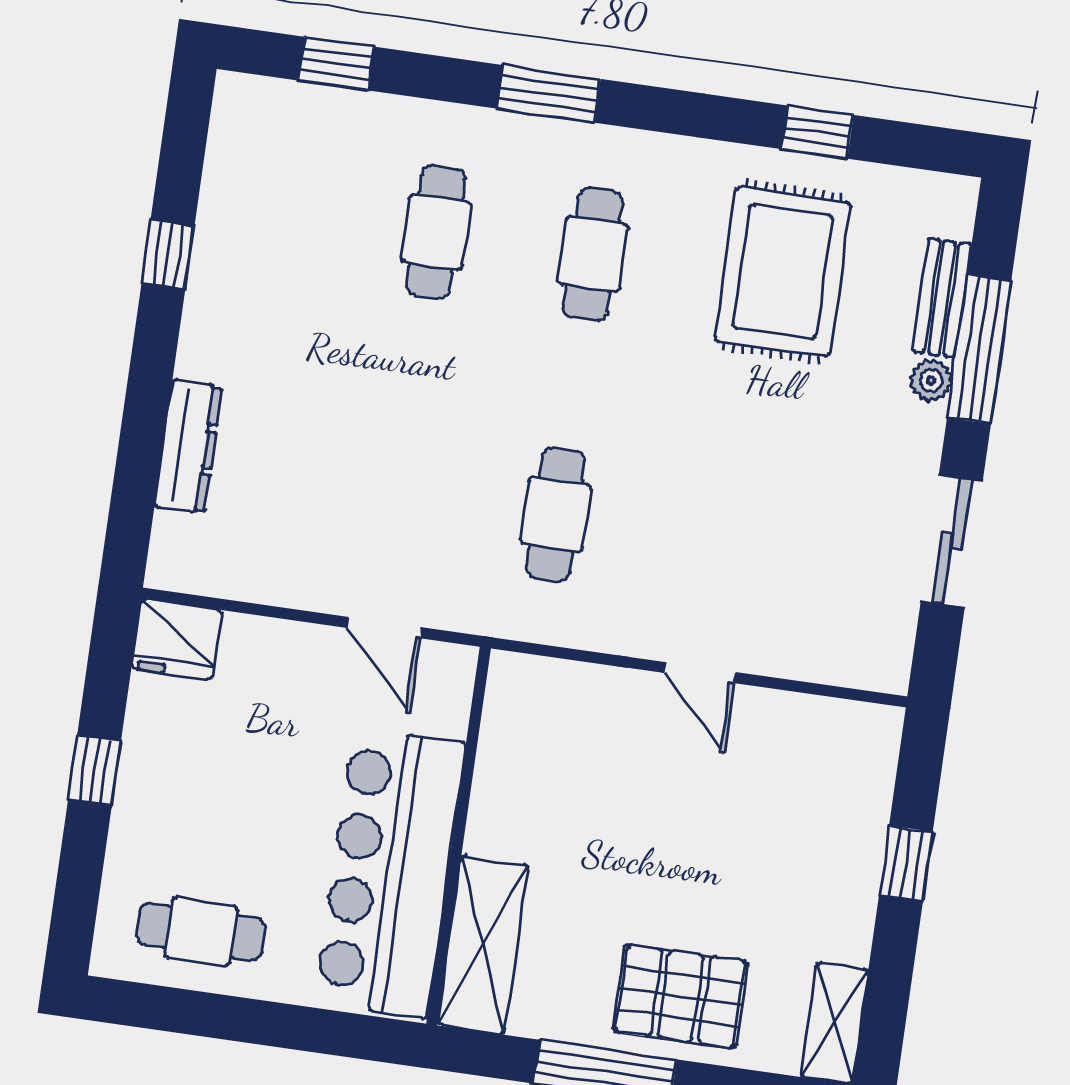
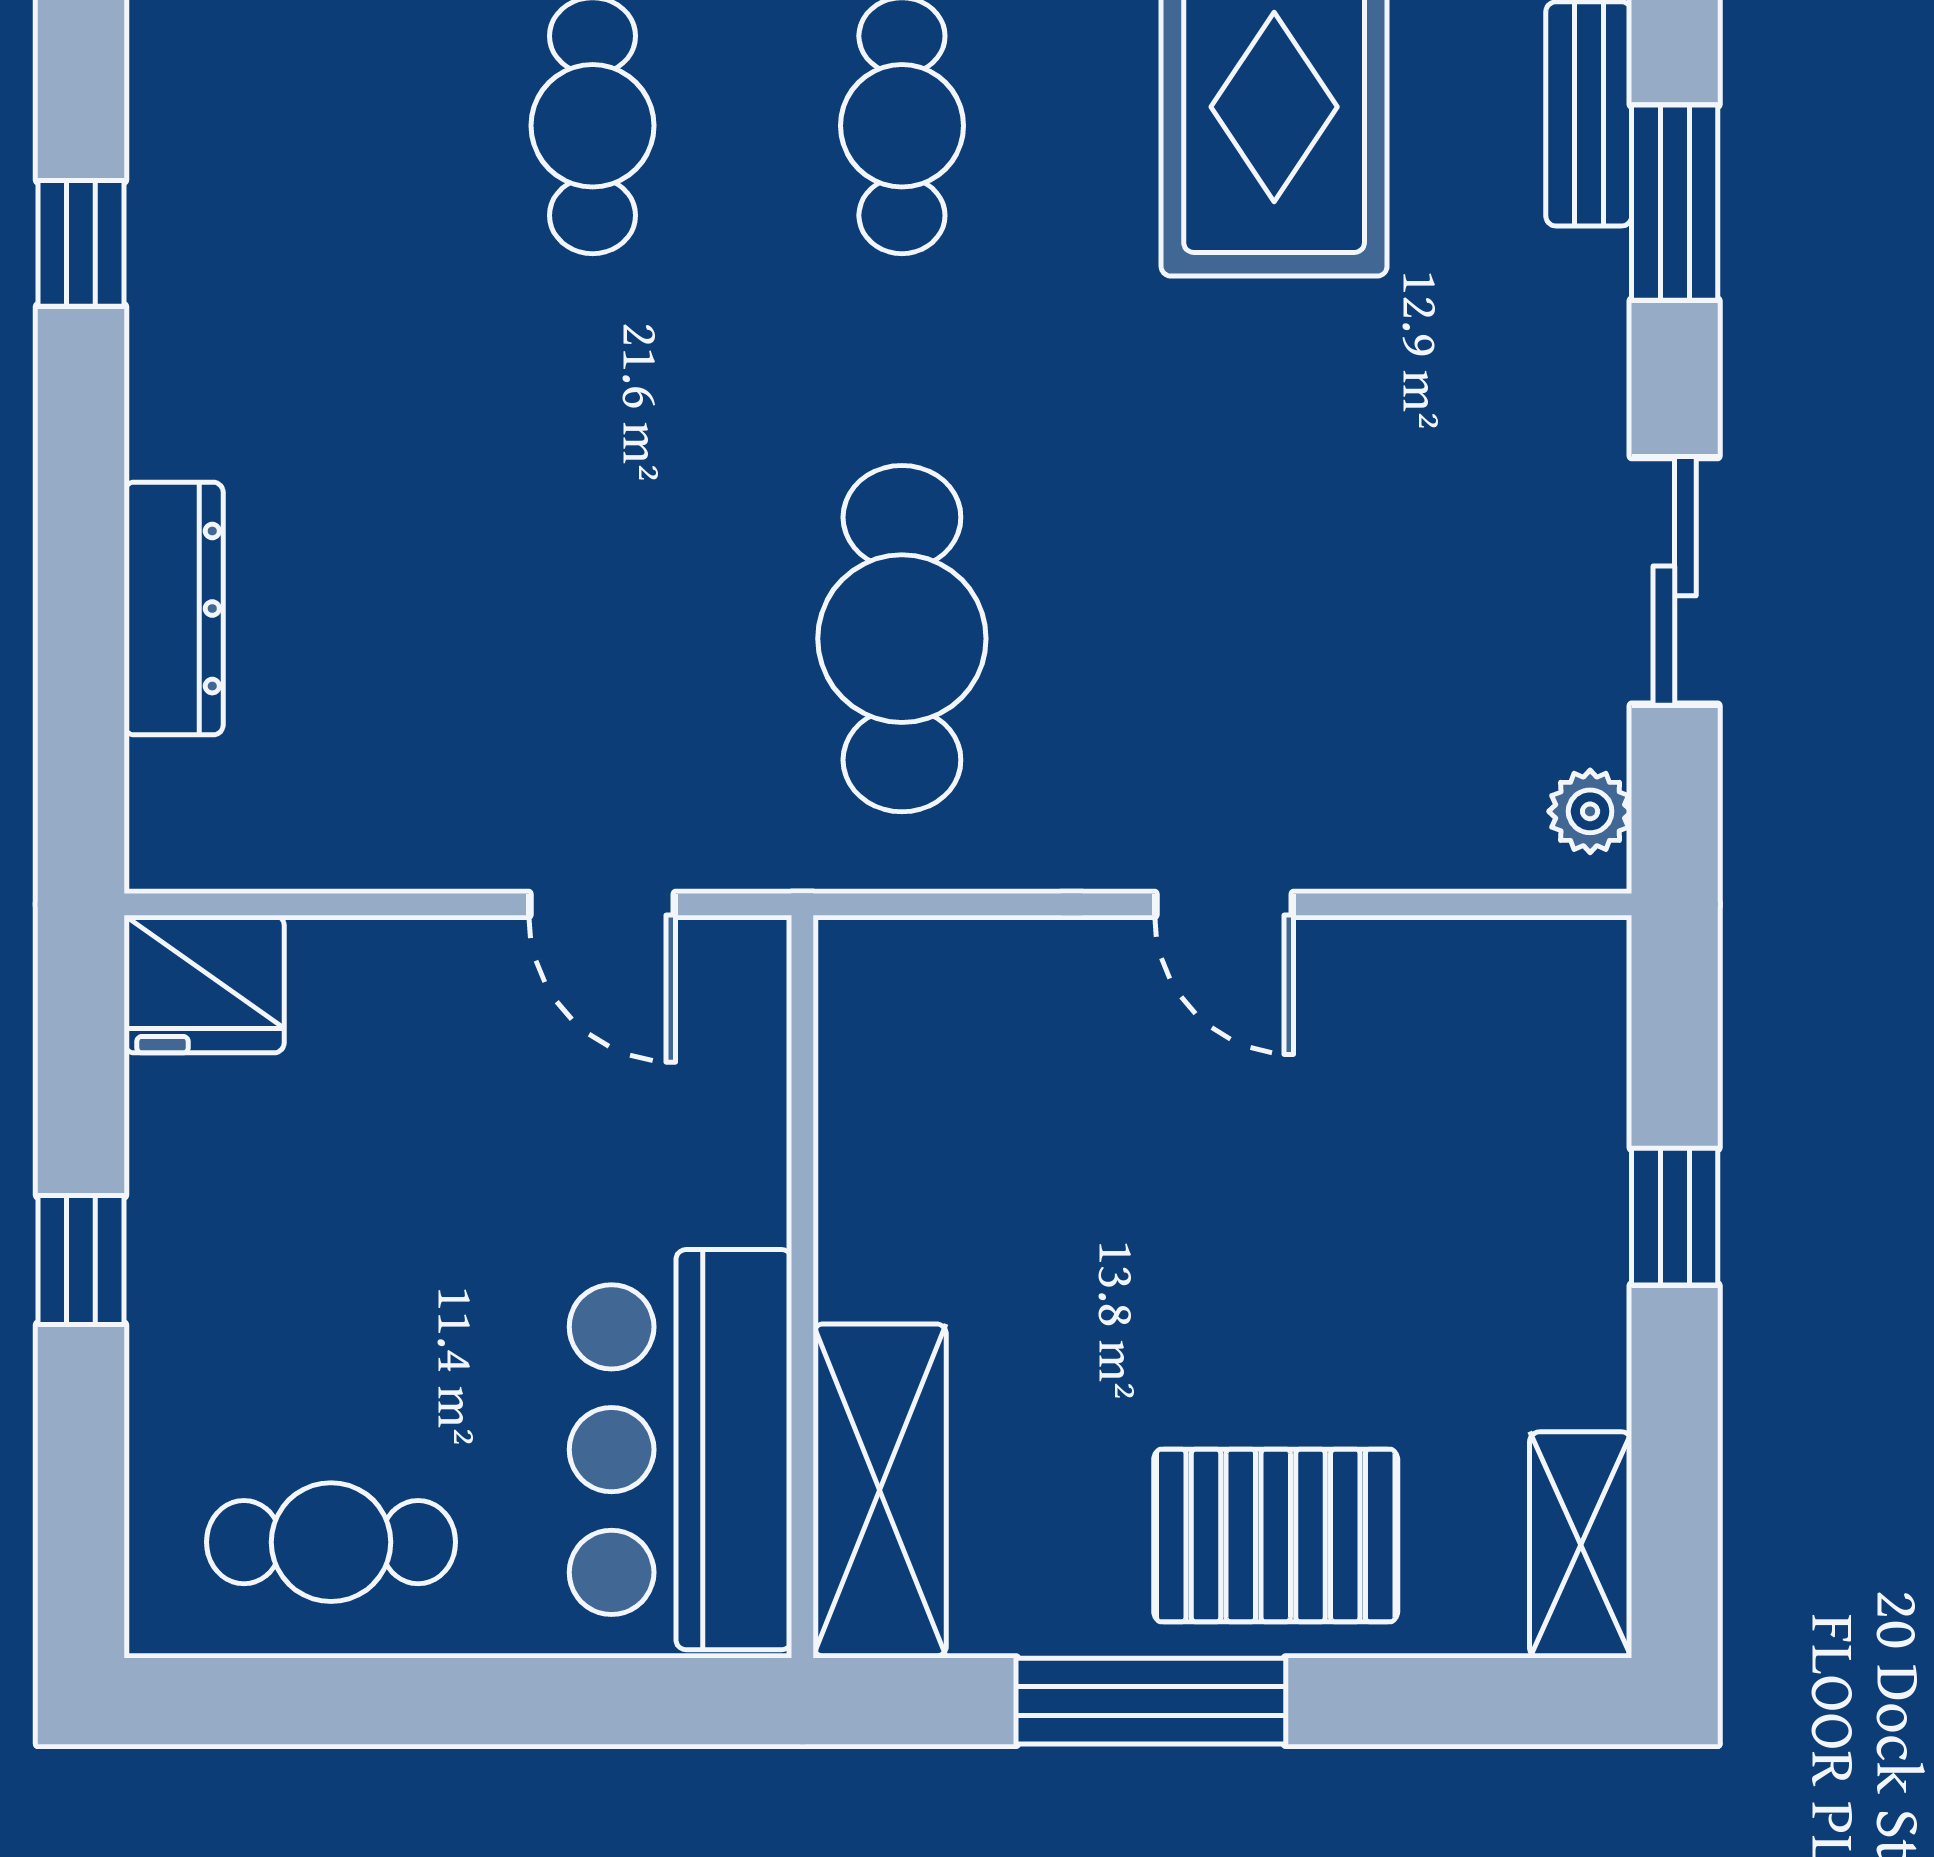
window: (979, 349) -> (1675, 203), width x0.69
plant: (931, 380) -> (1590, 811), moved
cafe table: (556, 514) -> (902, 639), width x1.37, depth x1.35
bar counter: (390, 873) -> (680, 1450), width x0.73

